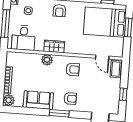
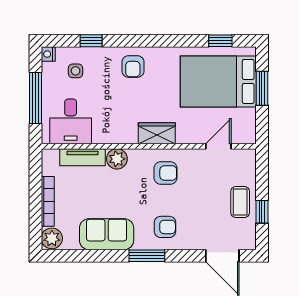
wardrobe: (54, 46) -> (157, 133), moved
door: (102, 57) -> (218, 146), swing flipped
tv unit: (28, 58) -> (82, 157), added
coffee table: (116, 69) -> (240, 202), moved

